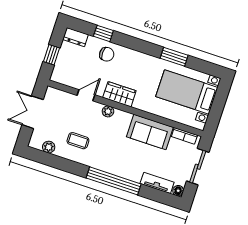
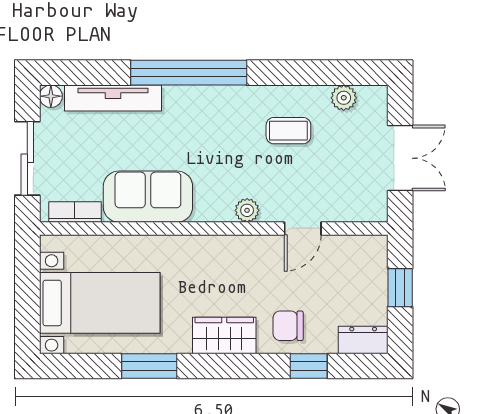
wardrobe: (119, 94) -> (224, 335), moved, turned 180
tv unit: (157, 183) -> (113, 98), width x1.41

